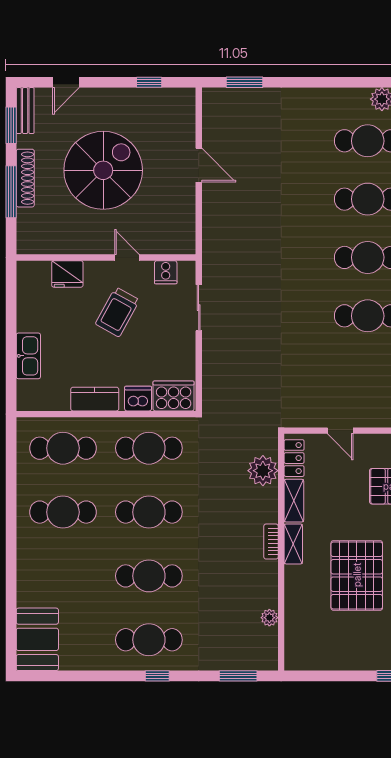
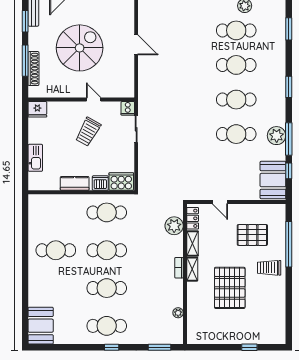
shoe rack: (25, 178) -> (33, 69), moved
cooker: (166, 272) -> (128, 108), moved
fridge: (67, 274) -> (37, 109), moved
cafe table: (63, 448) -> (56, 212), removed

